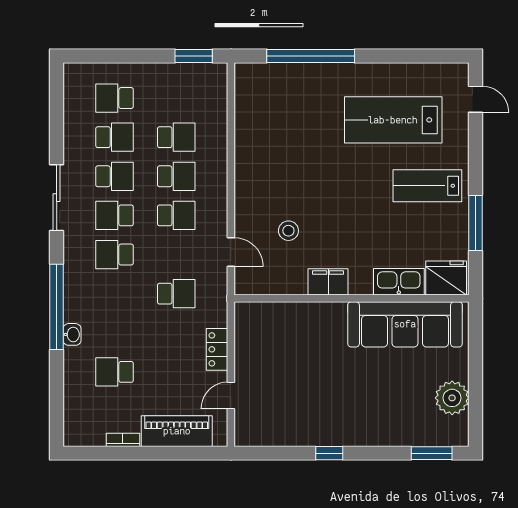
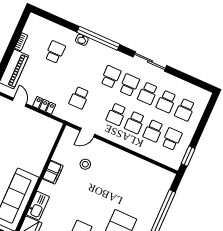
school desk: (115, 98) -> (185, 110), turned 180
school desk: (176, 98) -> (172, 139), added

